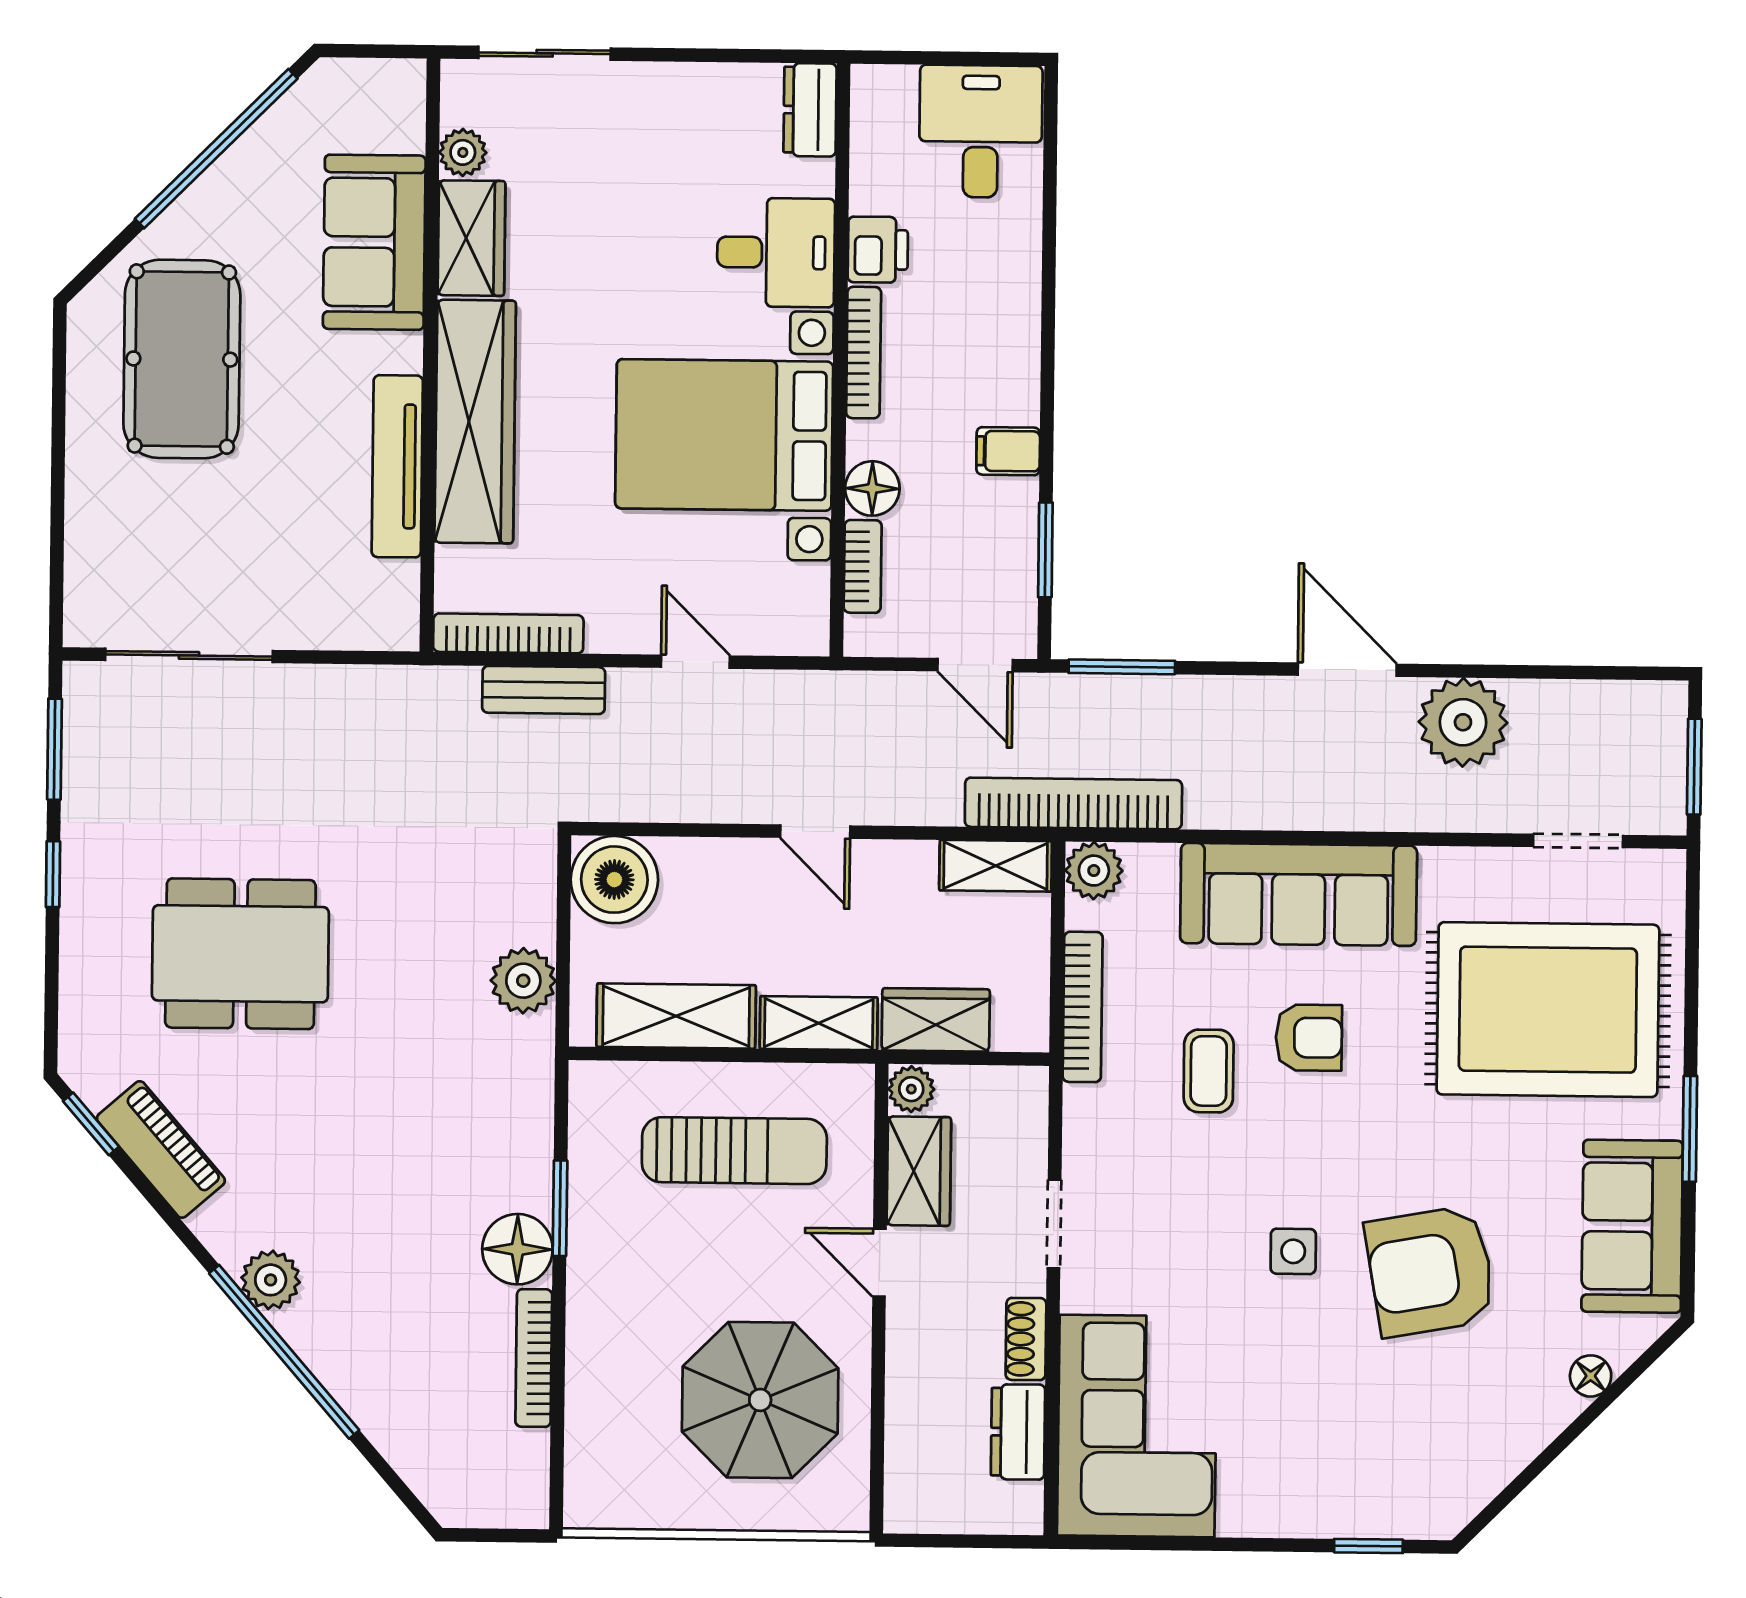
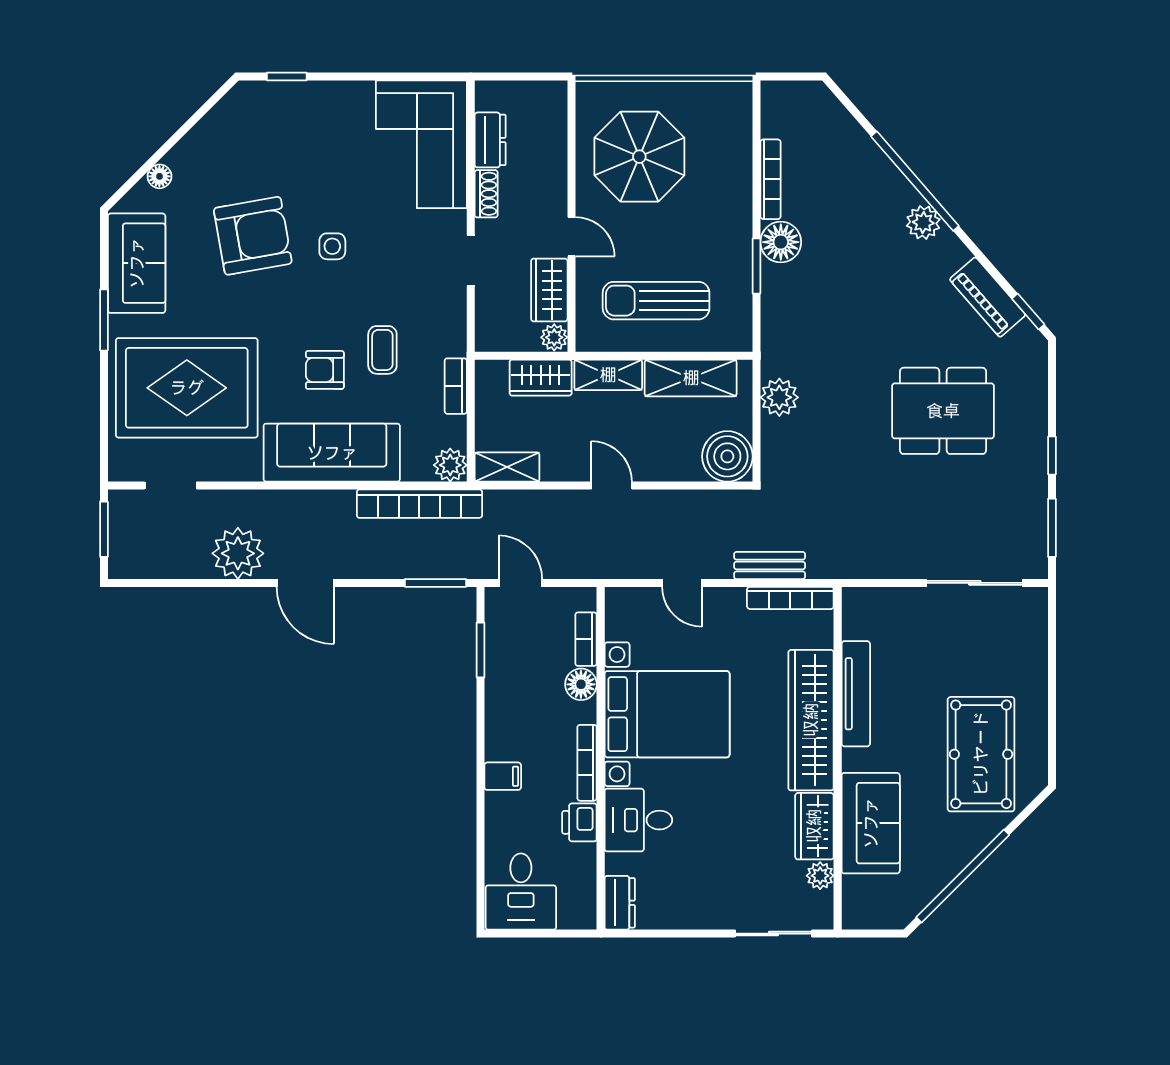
filing cabinet: (1008, 451) -> (503, 776), moved
bookcase: (1073, 803) -> (419, 504), moved
bookcase: (1083, 1007) -> (456, 386), width x0.64

